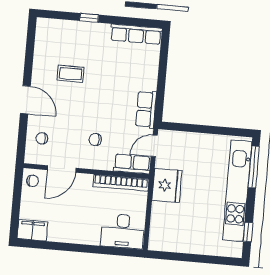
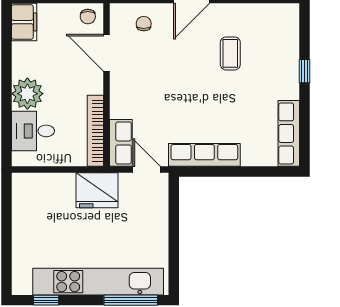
row of seats: (146, 109) -> (204, 155), width x1.48
chair: (95, 139) -> (148, 92), removed
desk: (123, 231) -> (33, 131), width x0.73
plant: (88, 233) -> (27, 94), added

